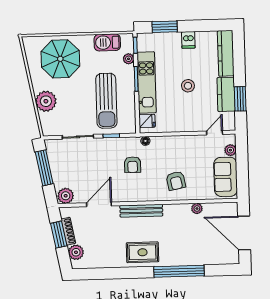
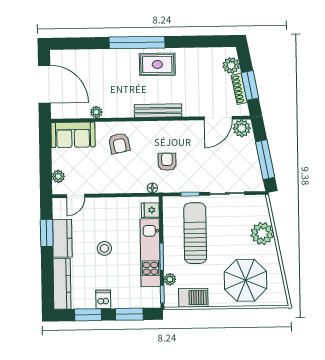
window: (202, 26) -> (88, 315), added
sofa: (226, 177) -> (73, 135), moved, turned 90
armchair: (176, 181) -> (119, 143), turned 180
door: (99, 204) -> (218, 118), moved
window: (179, 271) -> (137, 43), moved

